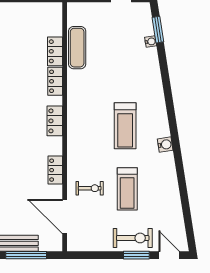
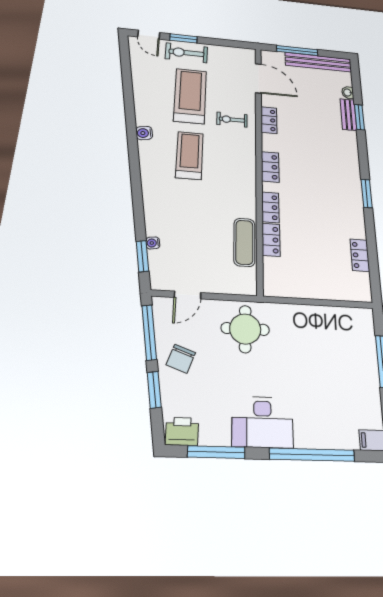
exercise bike: (90, 188) -> (232, 120), moved
treadmill: (127, 189) -> (190, 96), width x1.37, depth x1.38

